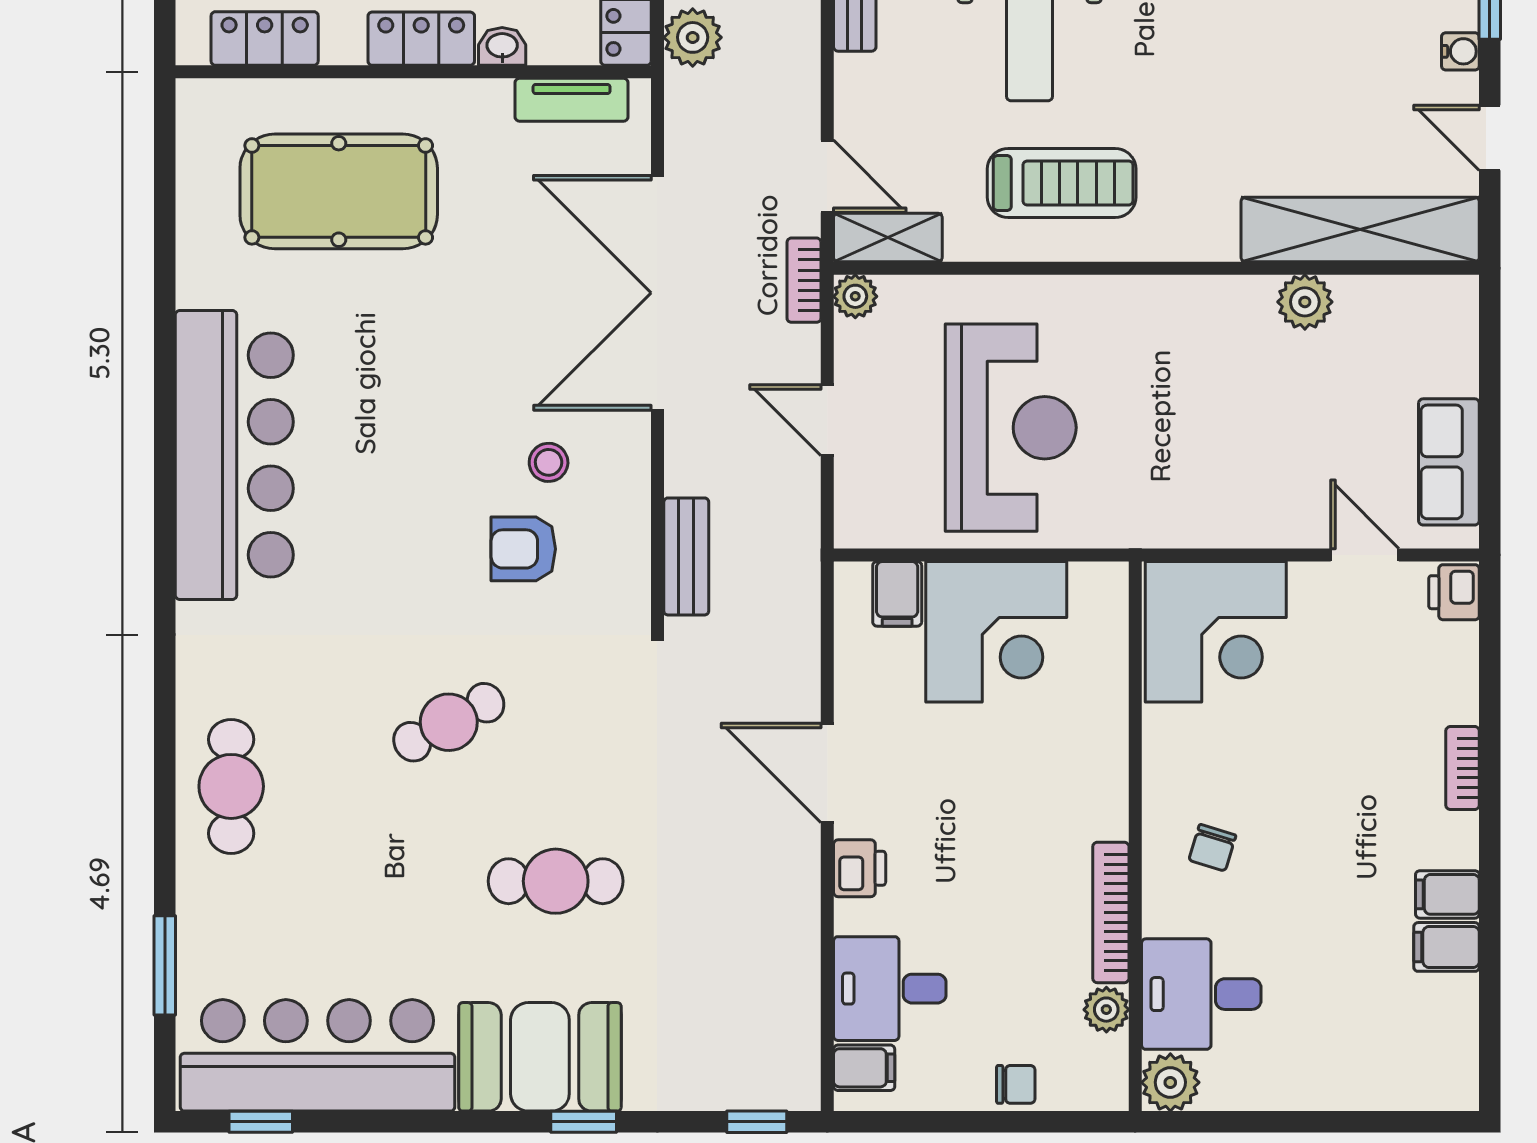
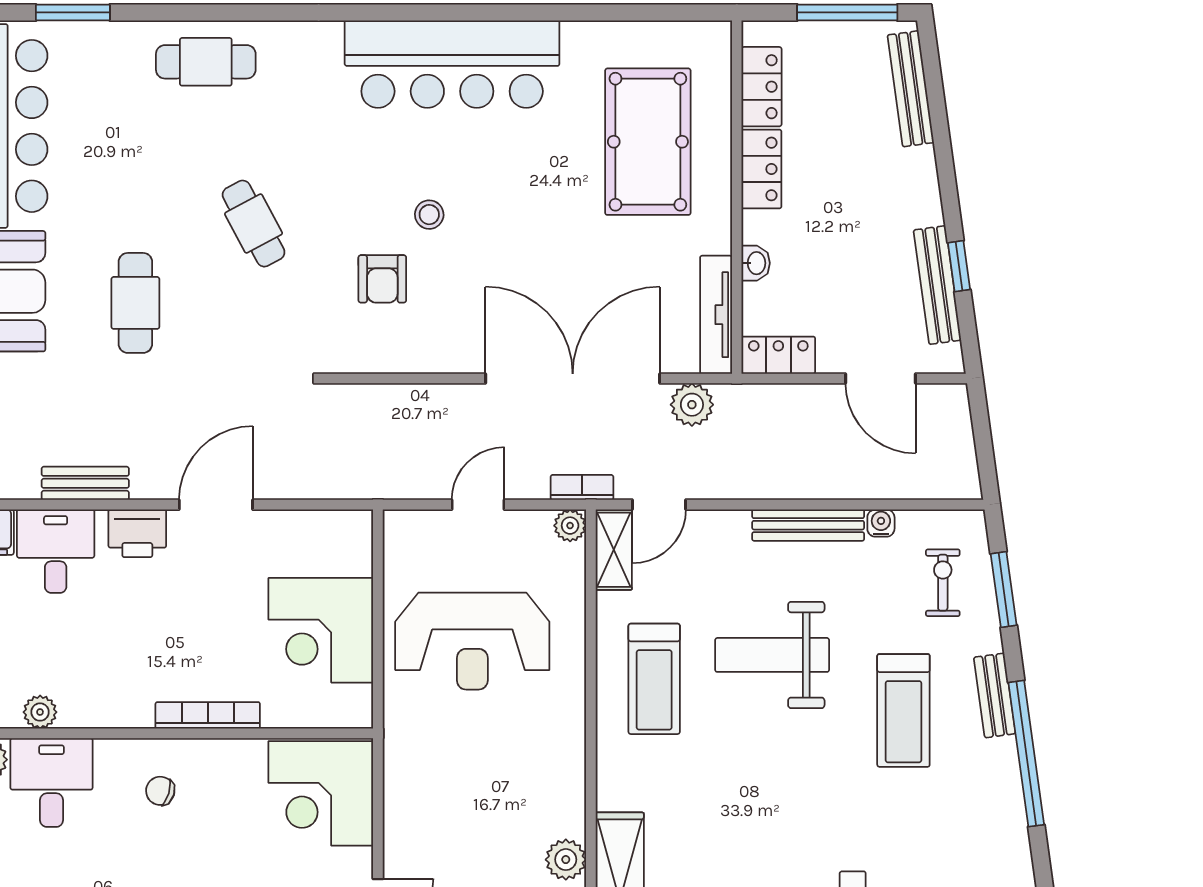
plant: (693, 37) -> (692, 405), moved
locker: (421, 39) -> (761, 169), moved
tv unit: (572, 100) -> (716, 315), width x1.41
stool: (549, 462) -> (429, 215), moved
armchair: (523, 549) -> (382, 279), turned 180
bench: (686, 556) -> (85, 483), moved
filing cabinet: (897, 594) -> (349, 557), removed
printer: (860, 868) -> (137, 533), width x1.36, depth x1.24
bookcase: (1111, 912) -> (208, 715), moved

